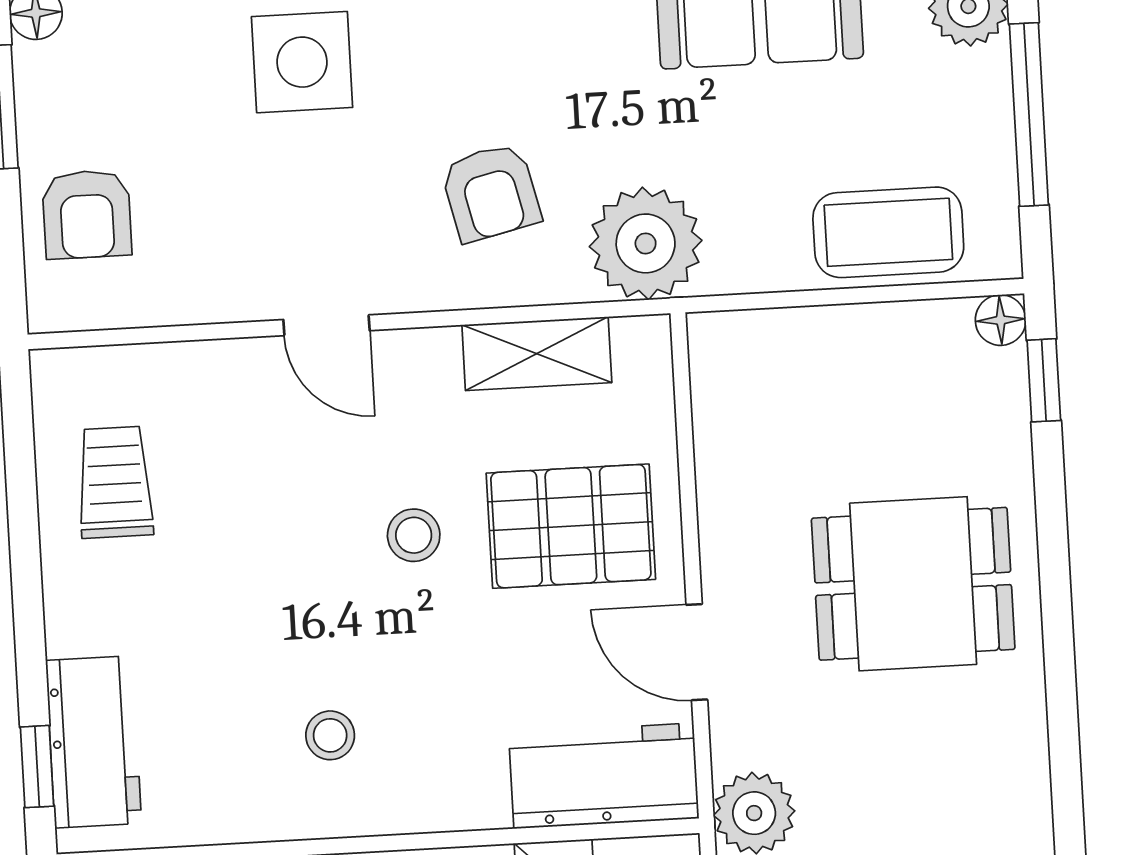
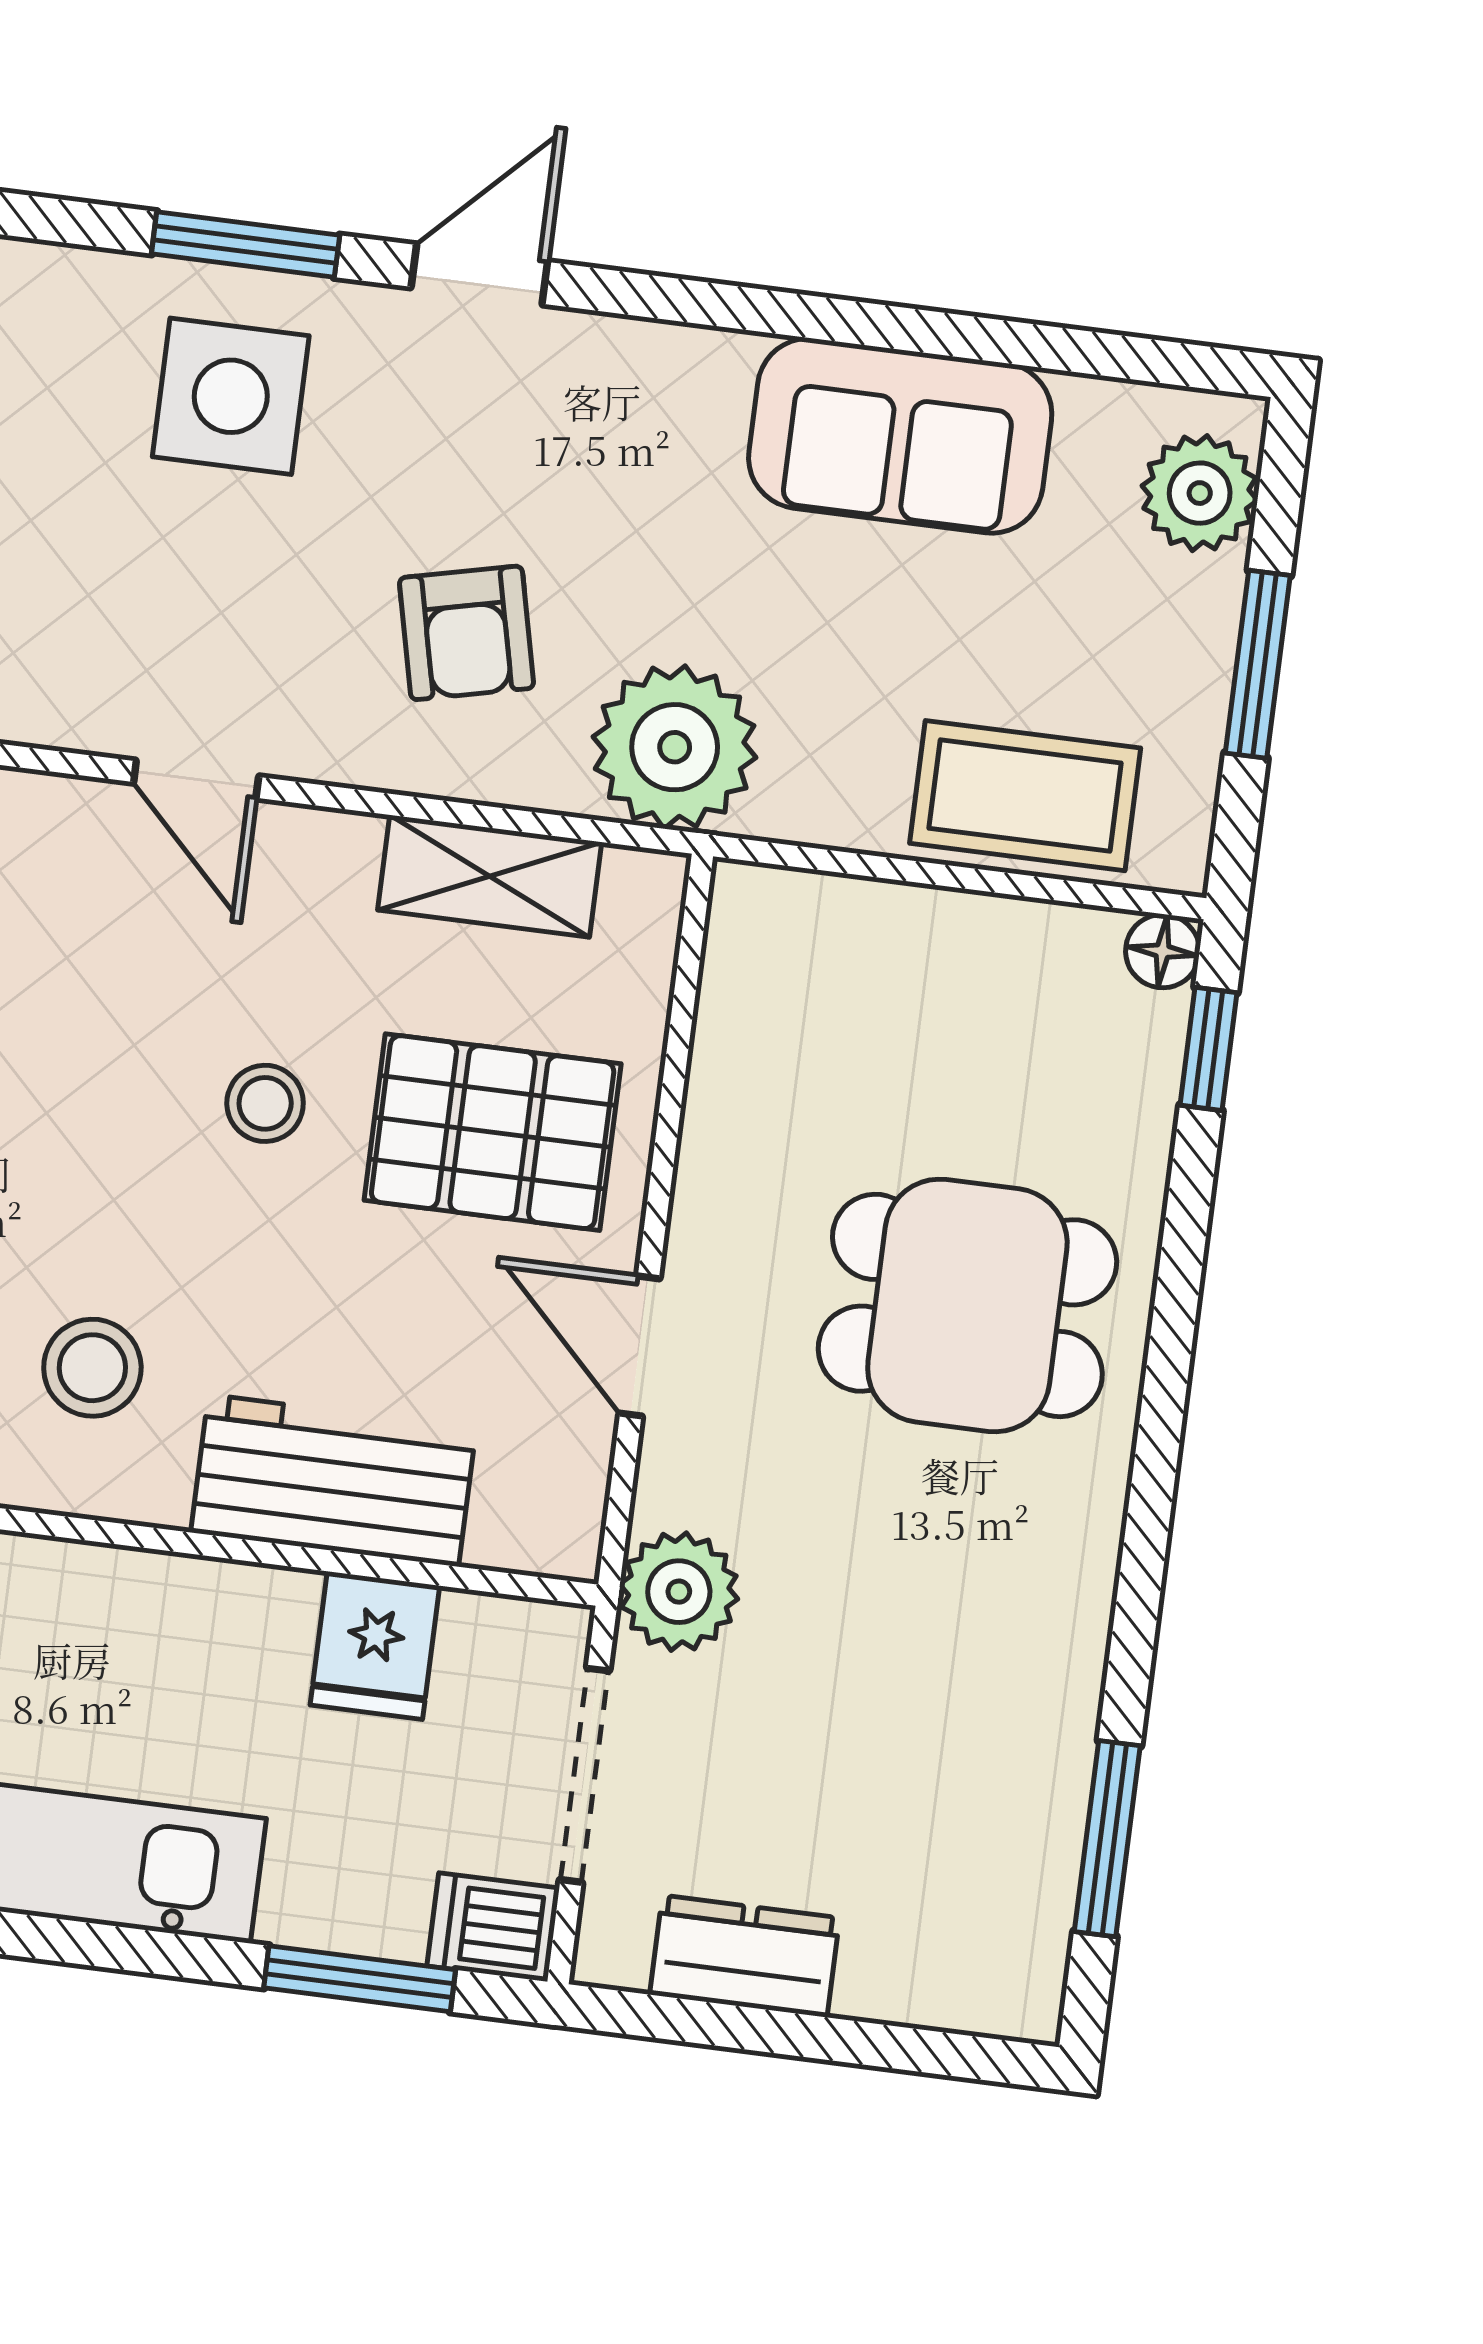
window: (1029, 114) -> (1258, 664), width x0.69
stool: (330, 735) -> (92, 1368), width x1.37, depth x1.37
workbench: (604, 776) -> (333, 1481), moved

